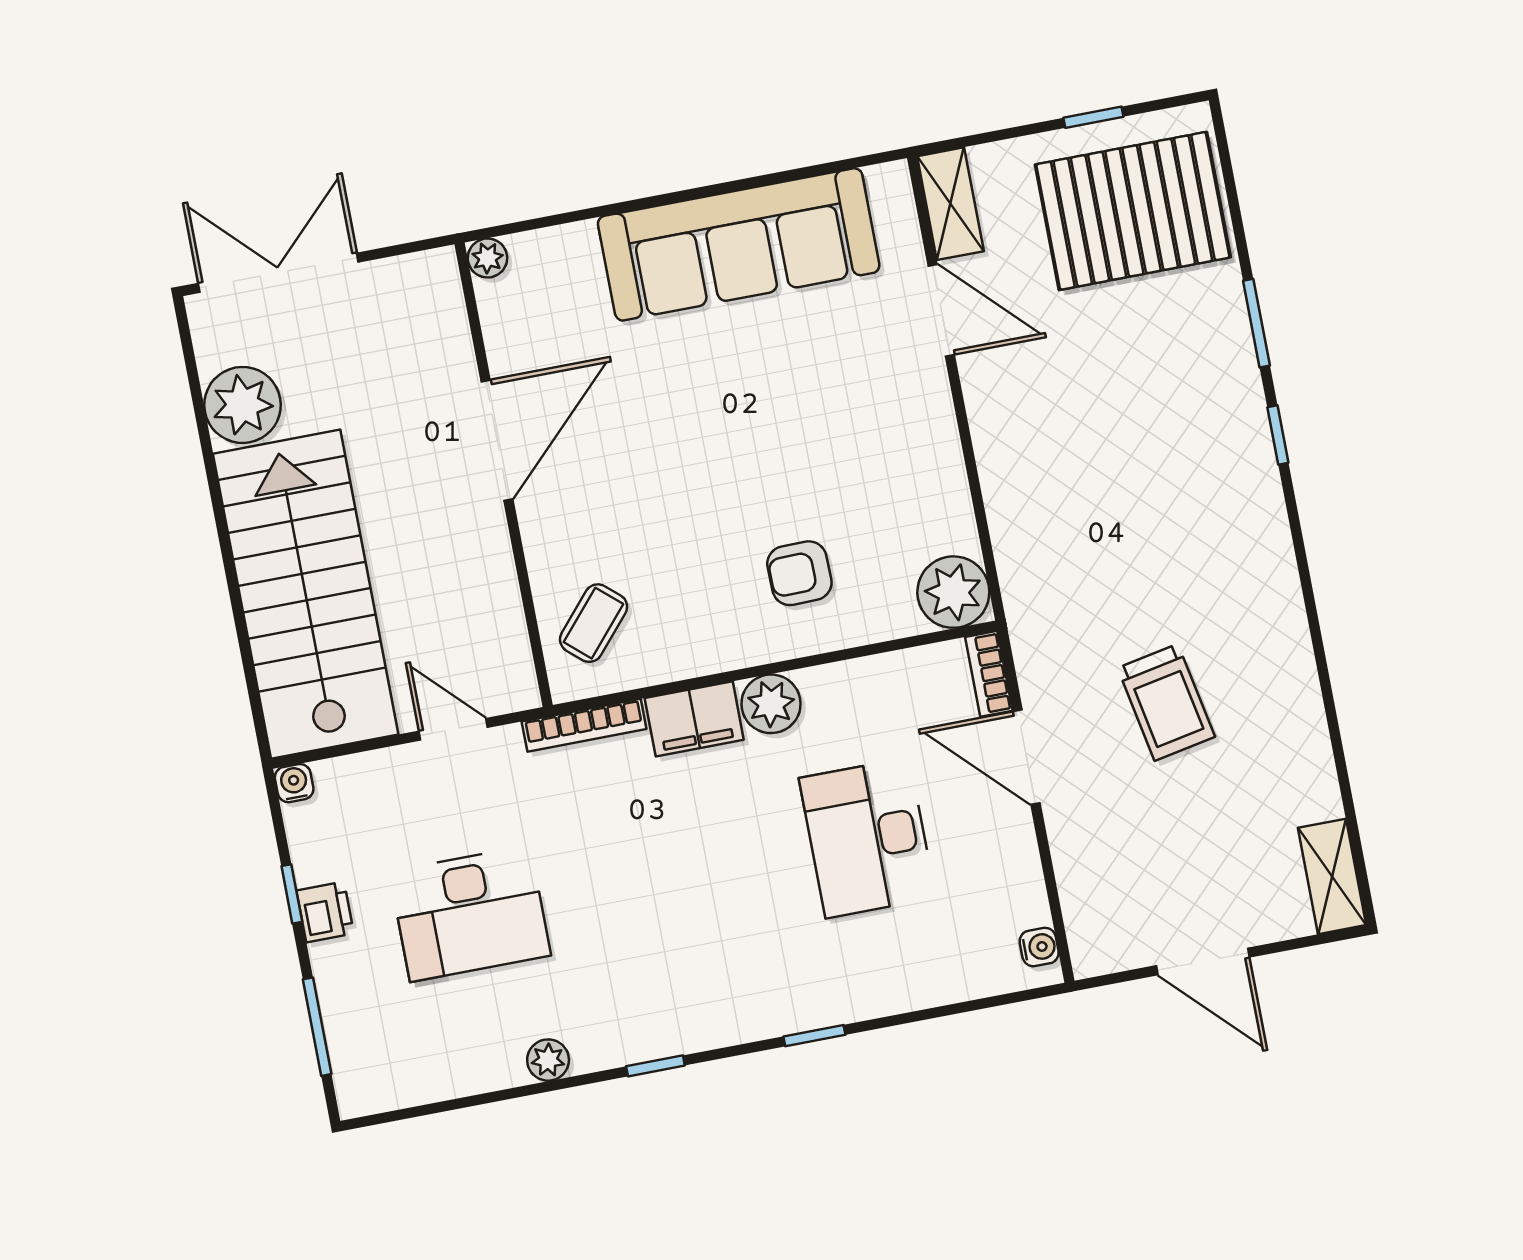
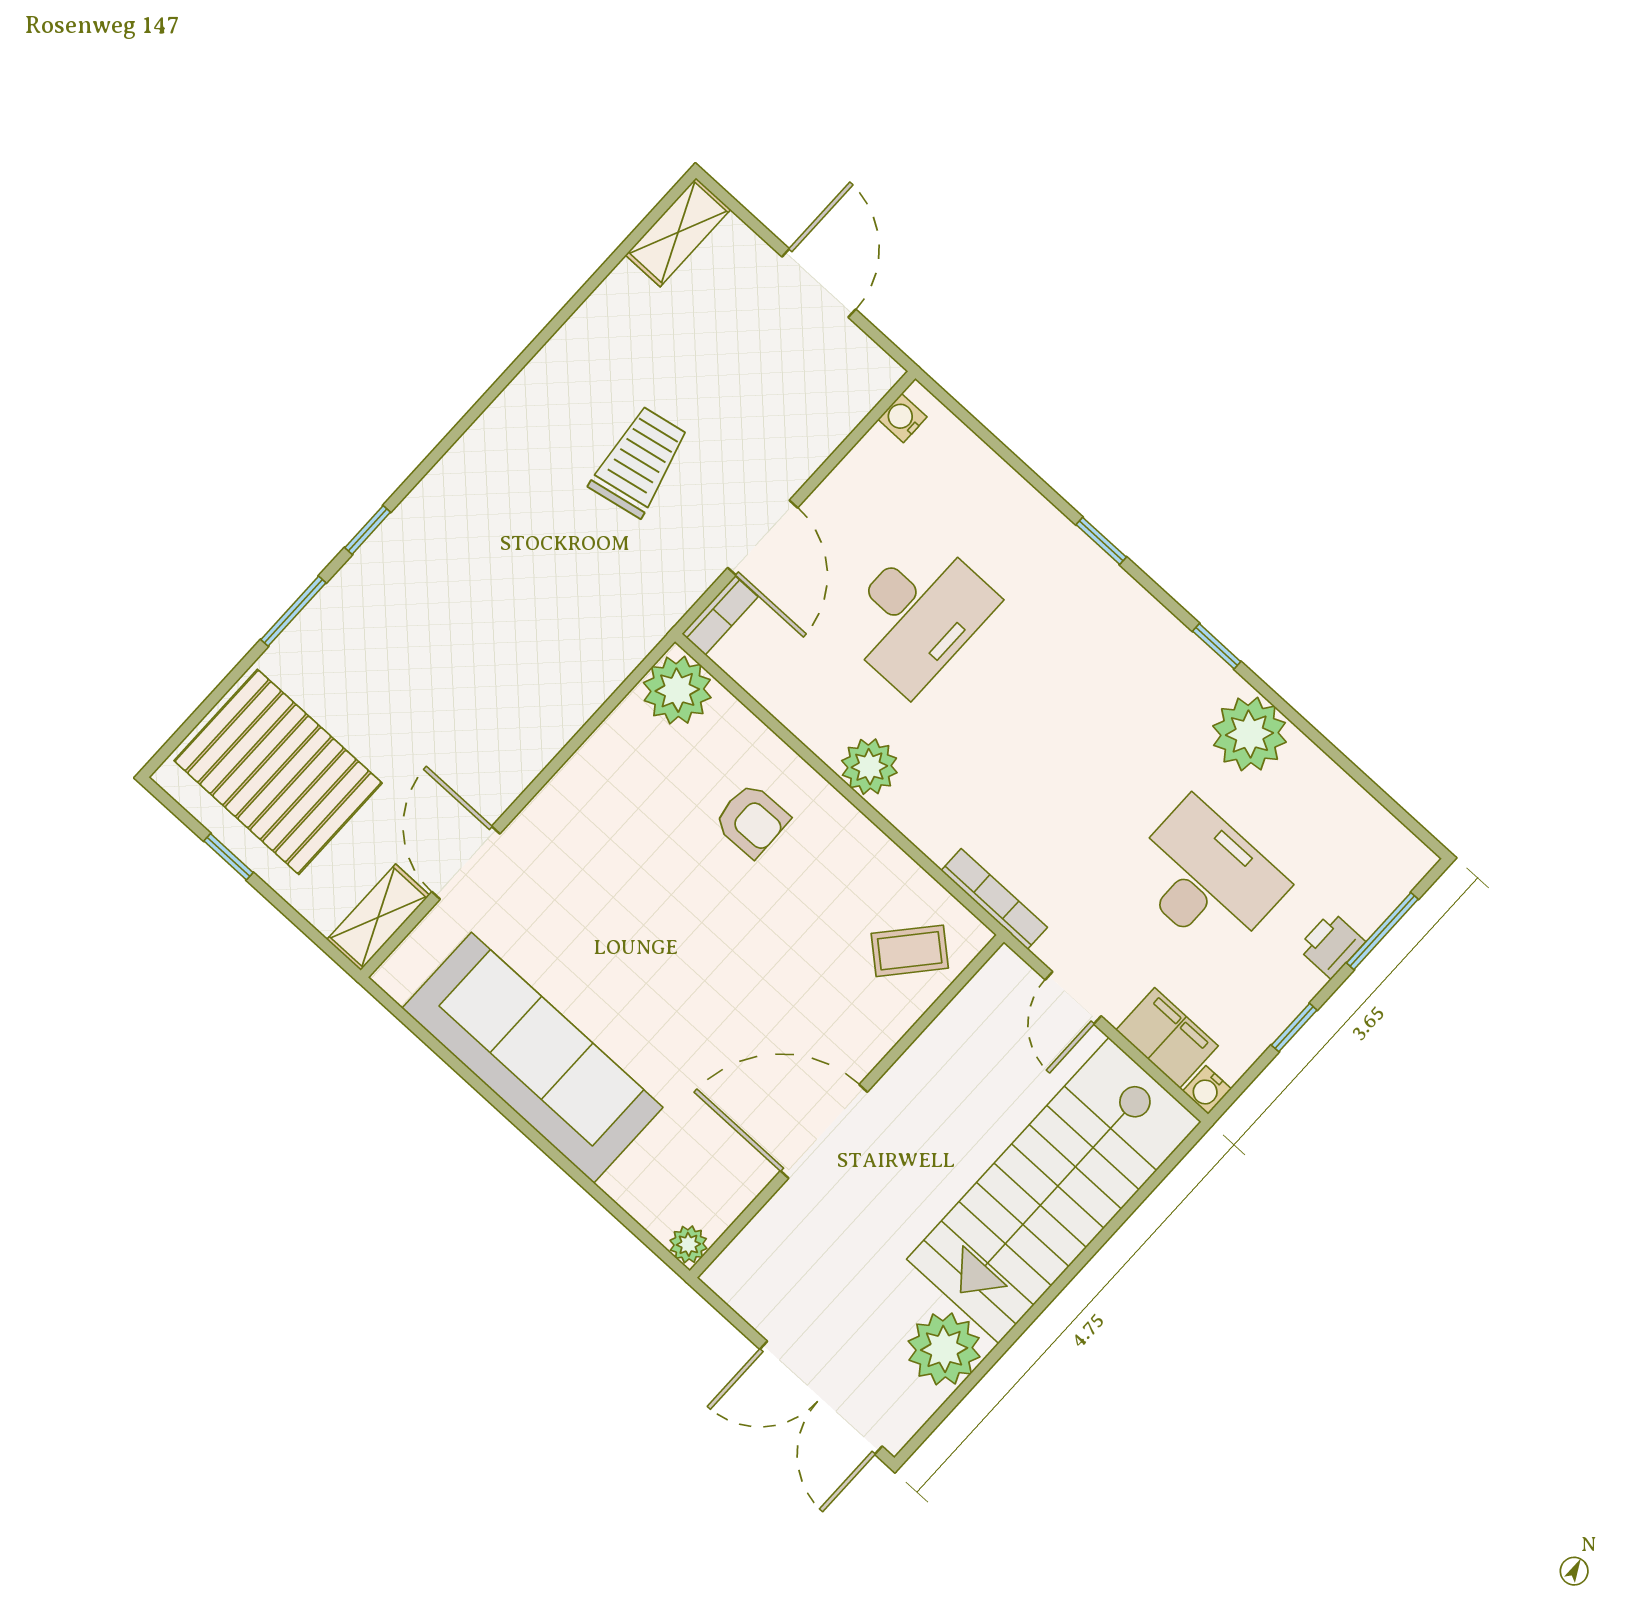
filing cabinet: (694, 719) -> (1167, 1038), moved
printer: (325, 912) -> (1331, 945), moved
plant: (548, 1060) -> (1250, 734), width x1.87, depth x1.87

